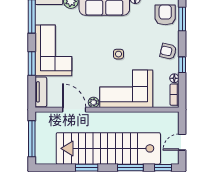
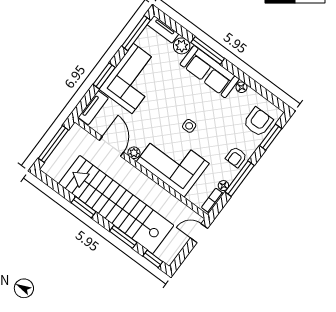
armchair: (168, 51) -> (236, 157), turned -103
window: (182, 65) -> (240, 179), width x2.17
door: (182, 142) -> (199, 233), moved

